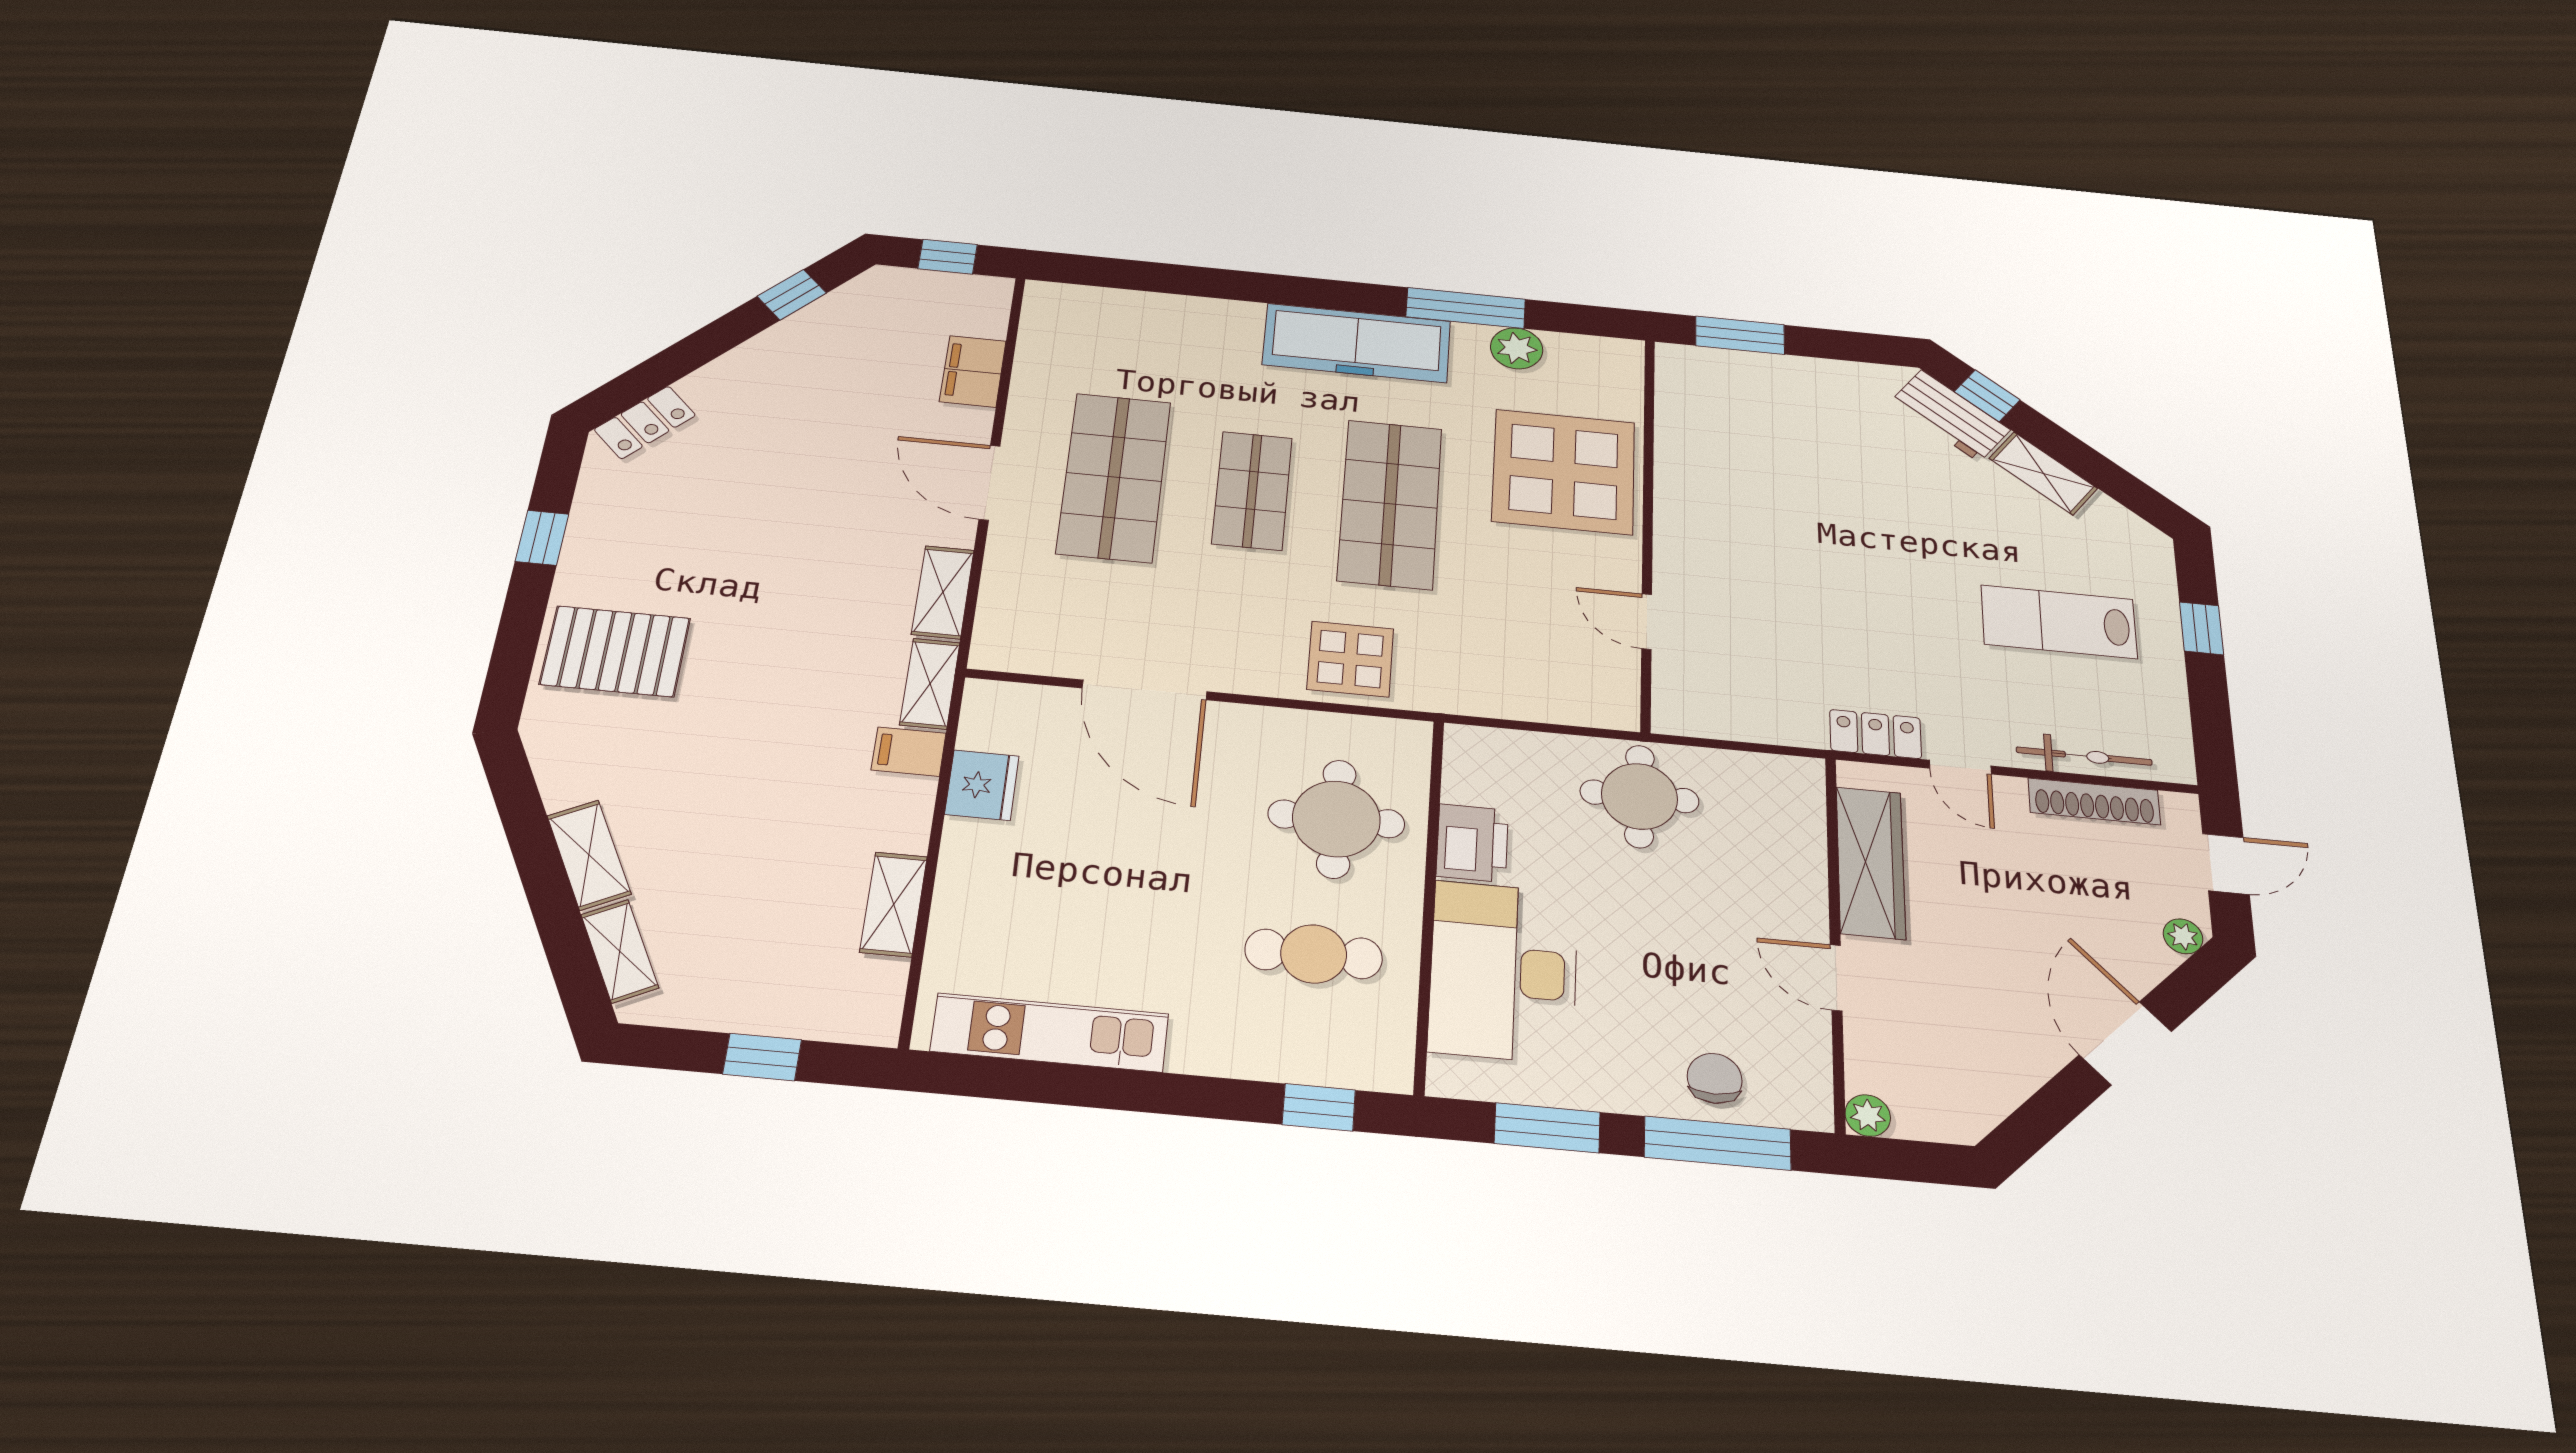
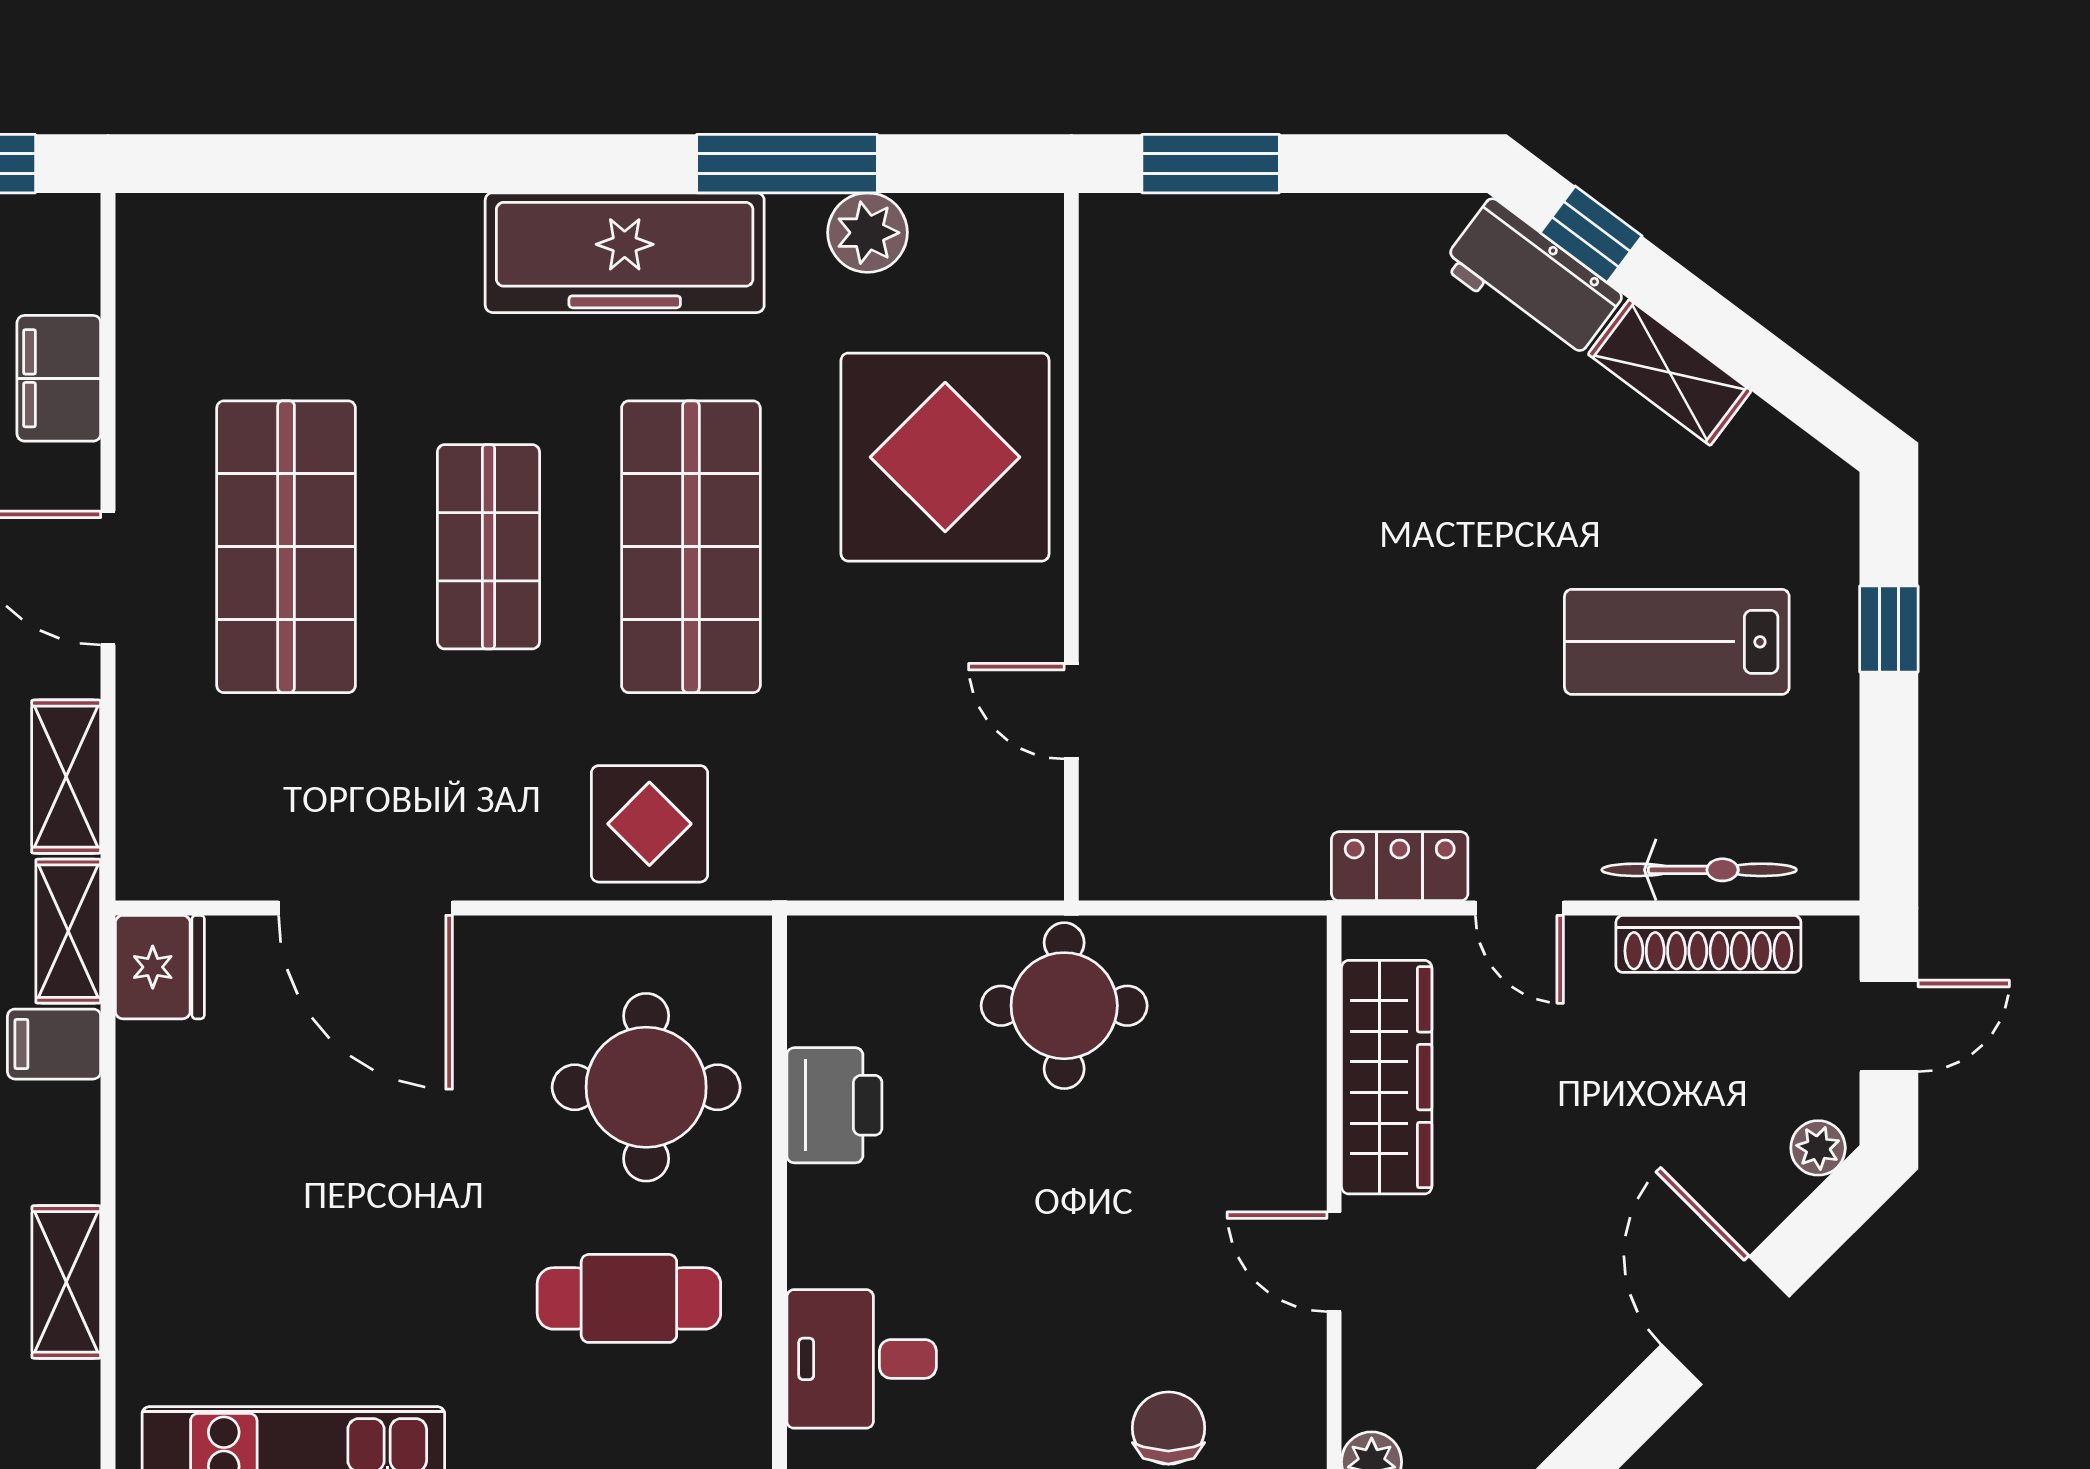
fridge: (982, 785) -> (160, 967), moved
desk: (1503, 971) -> (862, 1359), width x0.53, depth x0.77

